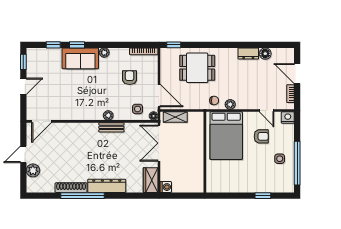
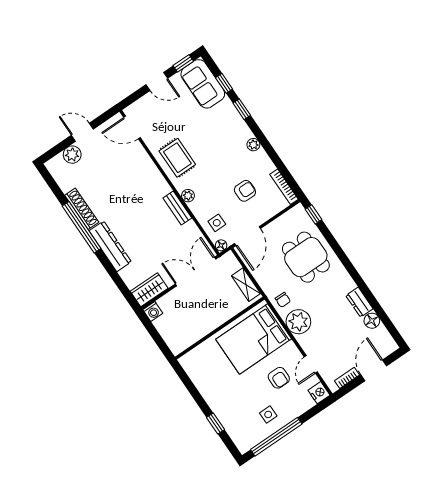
sofa: (80, 58) -> (203, 84), moved
plant: (230, 104) -> (298, 322), width x1.88, depth x1.88
rug: (80, 106) -> (177, 158), added
shelving: (175, 117) -> (246, 285), moved

